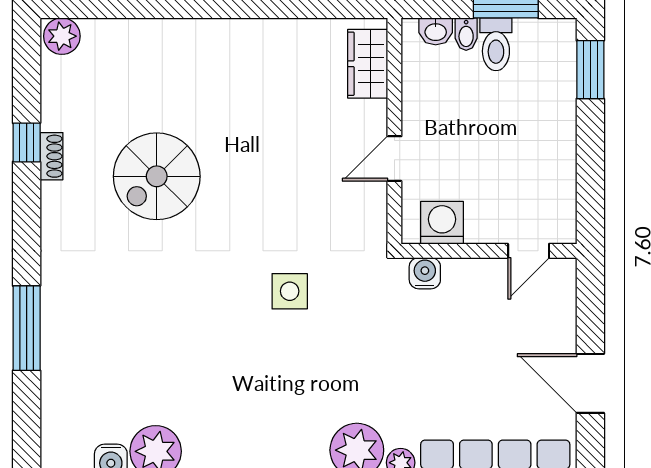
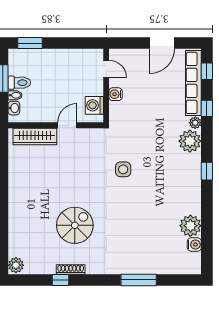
wardrobe: (368, 64) -> (35, 137), width x1.50
shoe rack: (51, 156) -> (71, 269), width x1.43
door: (394, 159) -> (67, 125), swing flipped
spiral stairs: (157, 176) -> (75, 225), turned -90
water cooler: (425, 273) -> (116, 94), moved

